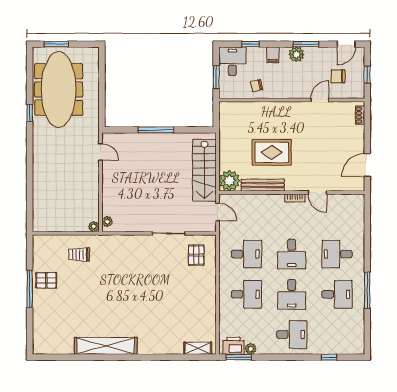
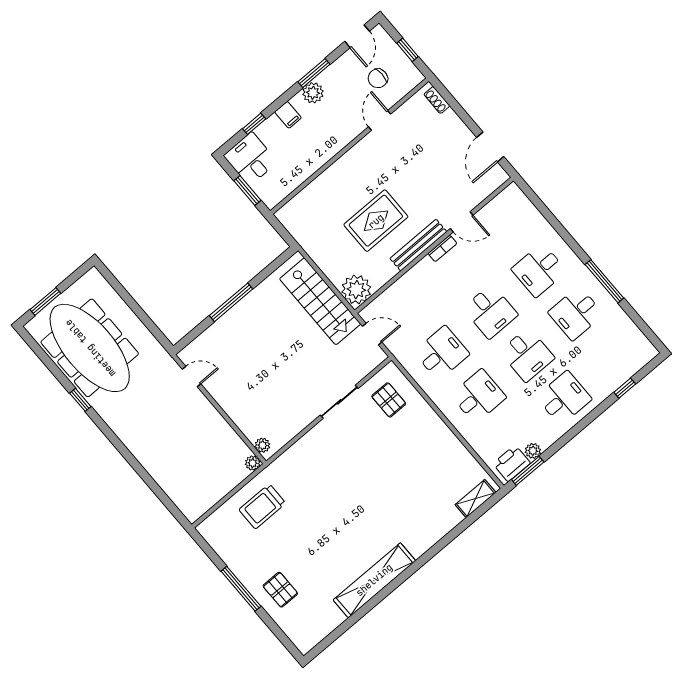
chair: (257, 86) -> (299, 163), removed
bench: (263, 185) -> (418, 245), moved
trolley: (79, 255) -> (262, 506), width x1.36, depth x1.39
pallet: (46, 280) -> (280, 590), moved, turned 90
desk: (337, 294) -> (576, 313), turned 180

